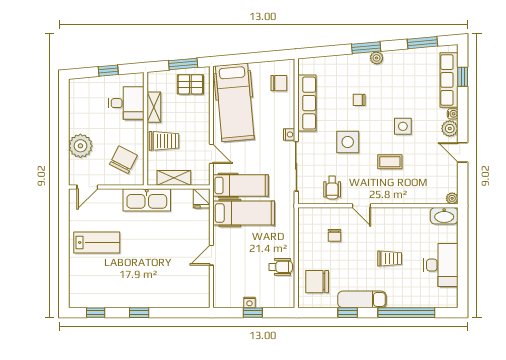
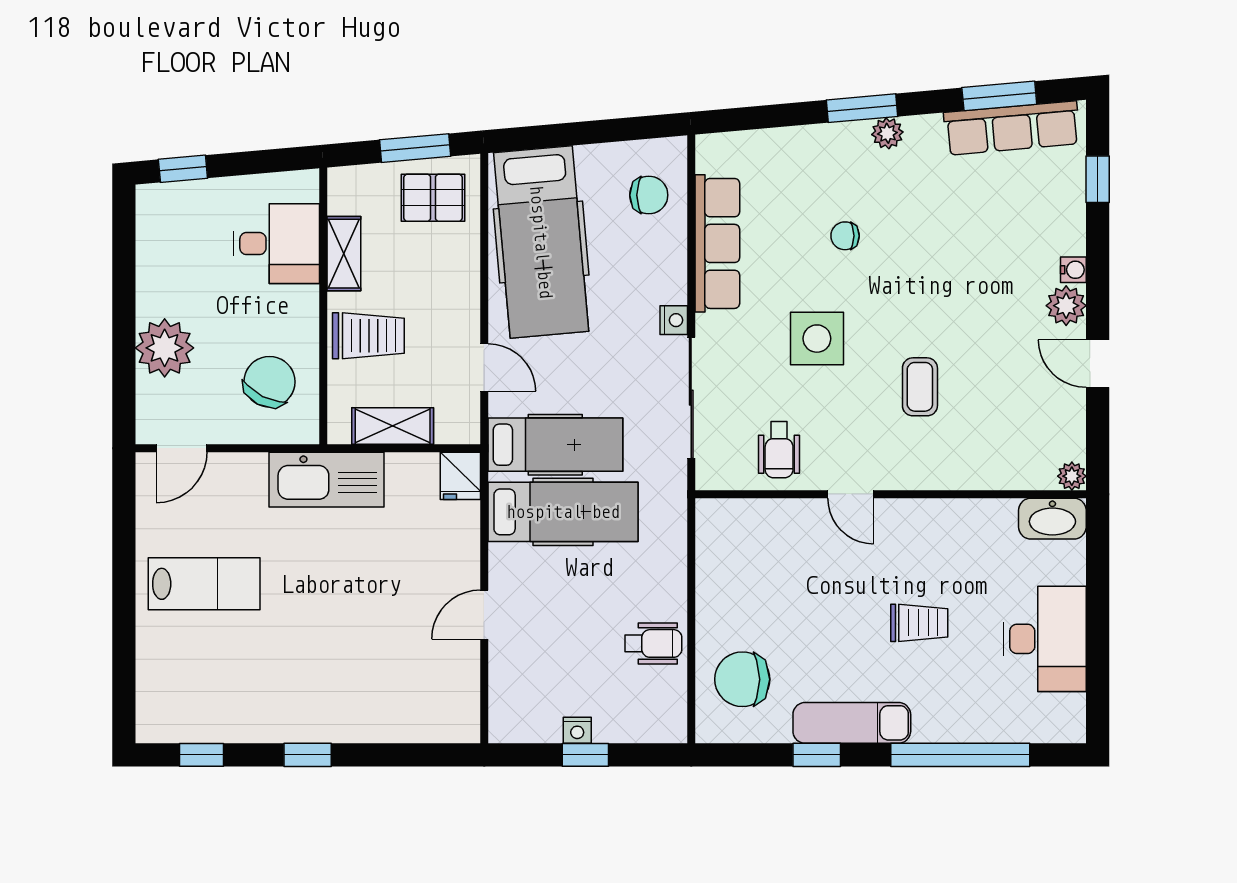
window: (108, 71) -> (183, 169), moved
row of seats: (449, 80) -> (1012, 128), moved, turned -95
side table: (403, 126) -> (952, 300), removed
coffee table: (390, 162) -> (920, 387), turned 90
chair: (334, 235) -> (785, 566), removed

